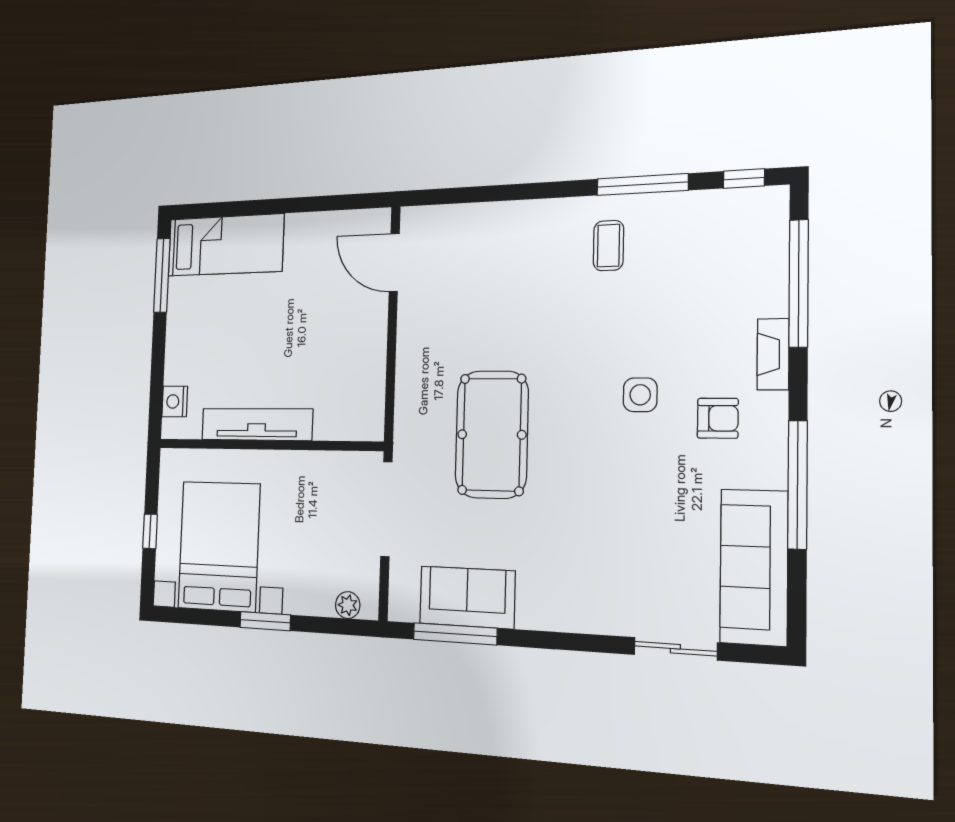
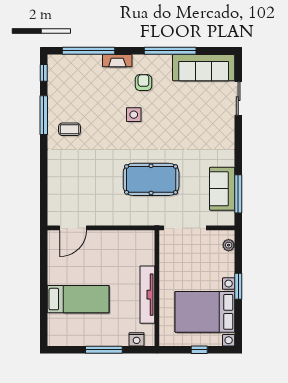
bed: (225, 245) -> (78, 299), moved, turned 90
window: (162, 275) -> (104, 350), moved

